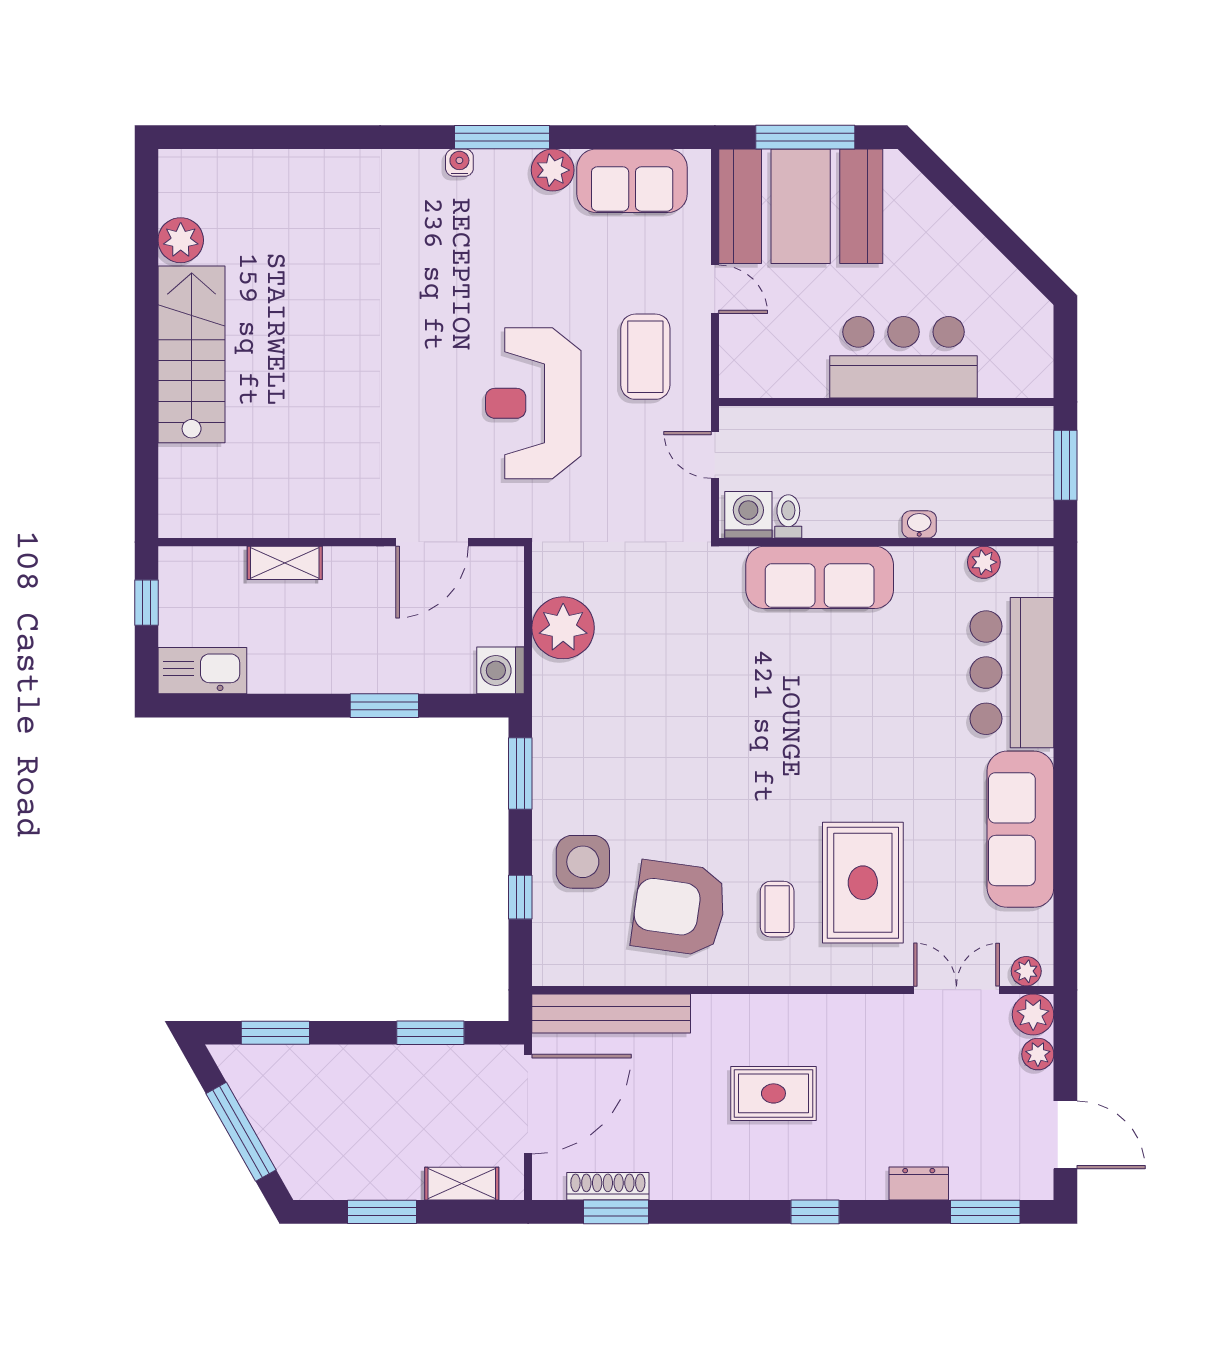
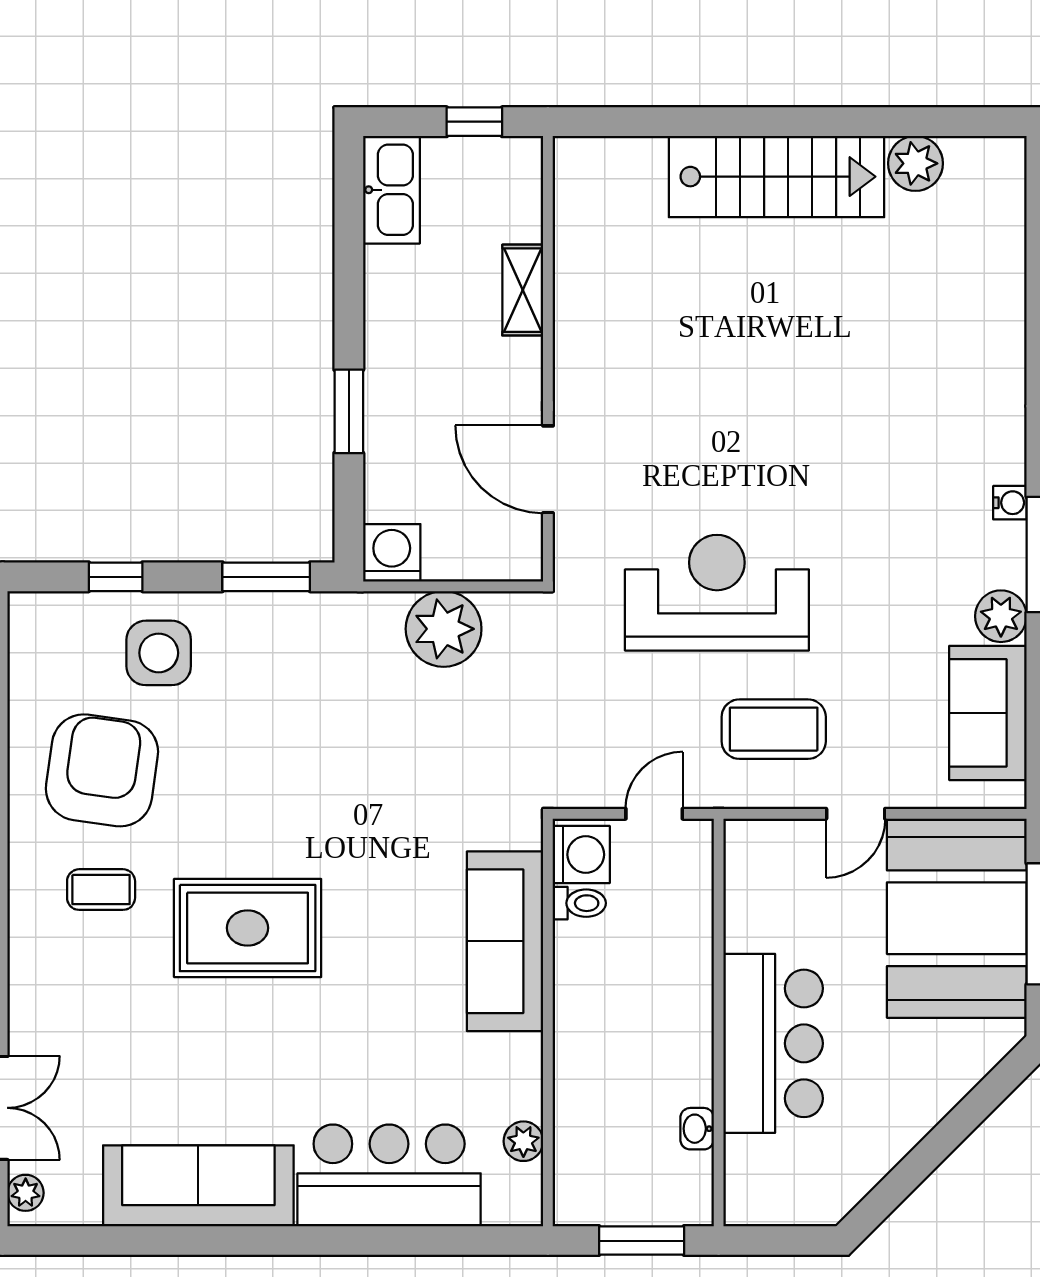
washbasin: (919, 524) -> (697, 1129), moved, turned 180
rug: (863, 883) -> (248, 928), moved

